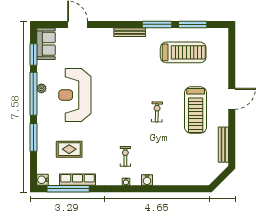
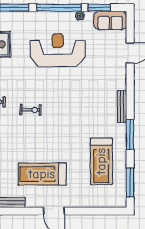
window: (193, 24) -> (130, 182), moved
plant: (41, 88) -> (80, 16), moved
exercise bike: (157, 112) -> (31, 110), moved

